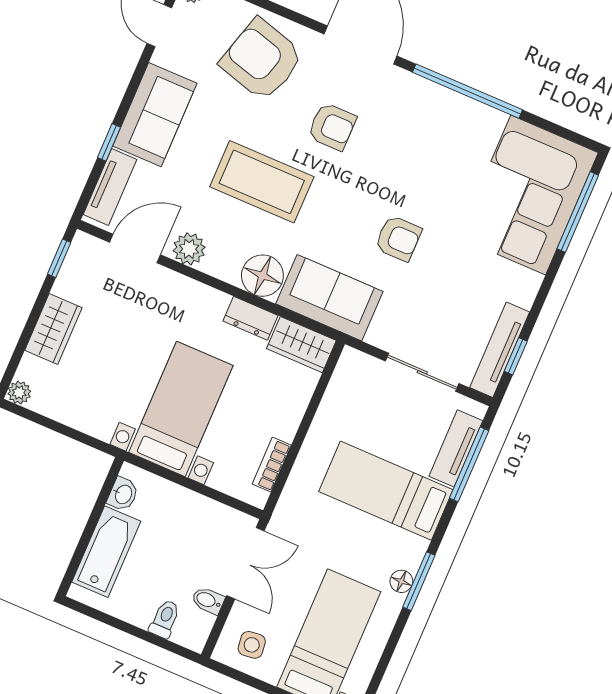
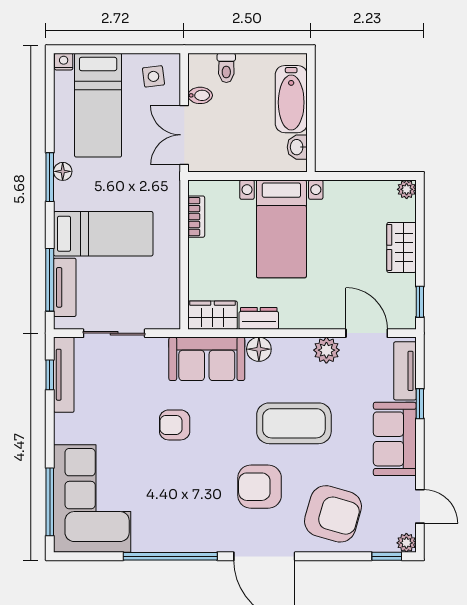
armchair: (332, 127) -> (260, 487), width x1.38, depth x1.38
door: (135, 249) -> (367, 333), swing flipped
floor lamp: (262, 276) -> (259, 349), width x0.73, depth x0.73

